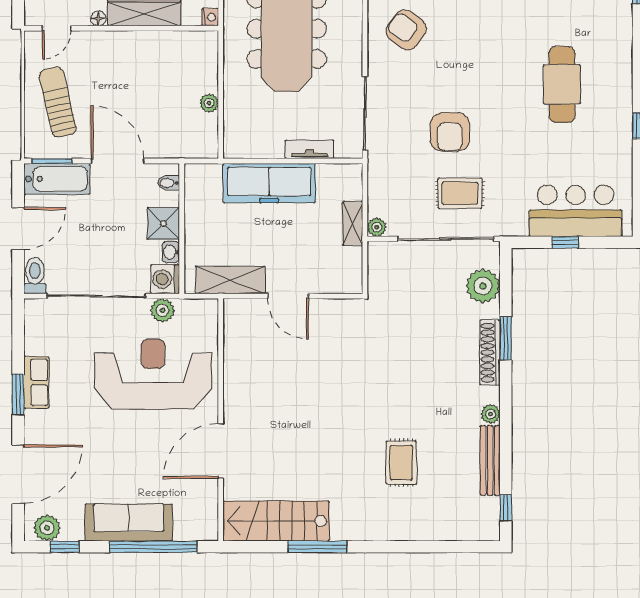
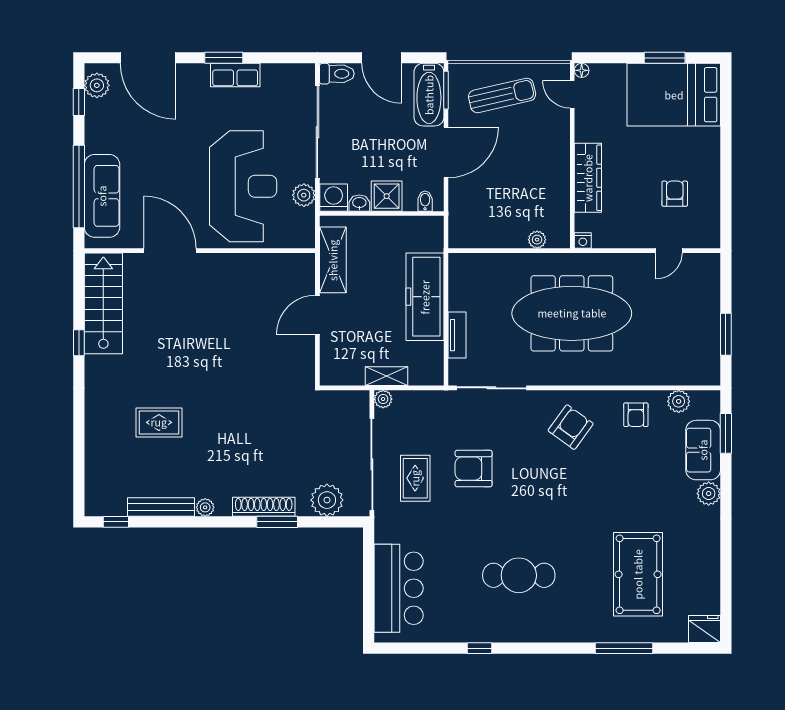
floor lamp: (98, 18) -> (582, 70), moved
plant: (209, 103) -> (537, 240), moved
window: (565, 242) -> (369, 578), removed
sofa: (129, 522) -> (102, 196), moved
window: (317, 547) -> (79, 343), width x0.46

